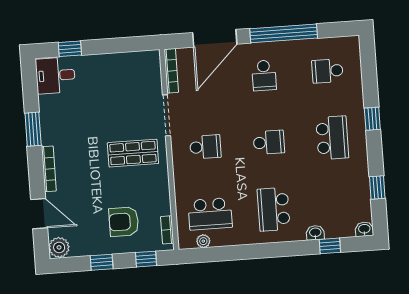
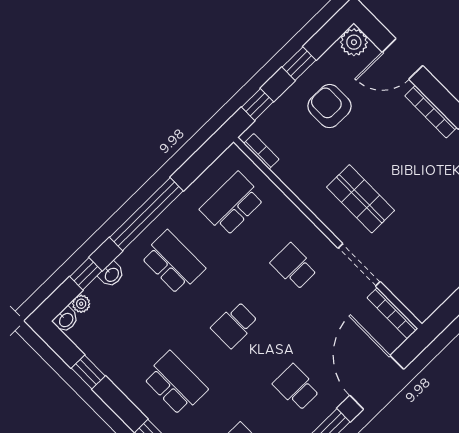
school desk: (332, 138) -> (175, 383), turned 180
school desk: (205, 147) -> (294, 266), turned 90
shop shelf: (133, 153) -> (361, 199), turned 90
armchair: (124, 222) -> (329, 106), moved, turned -90
plant: (203, 241) -> (81, 304), moved
window: (265, 251) -> (146, 214), added

